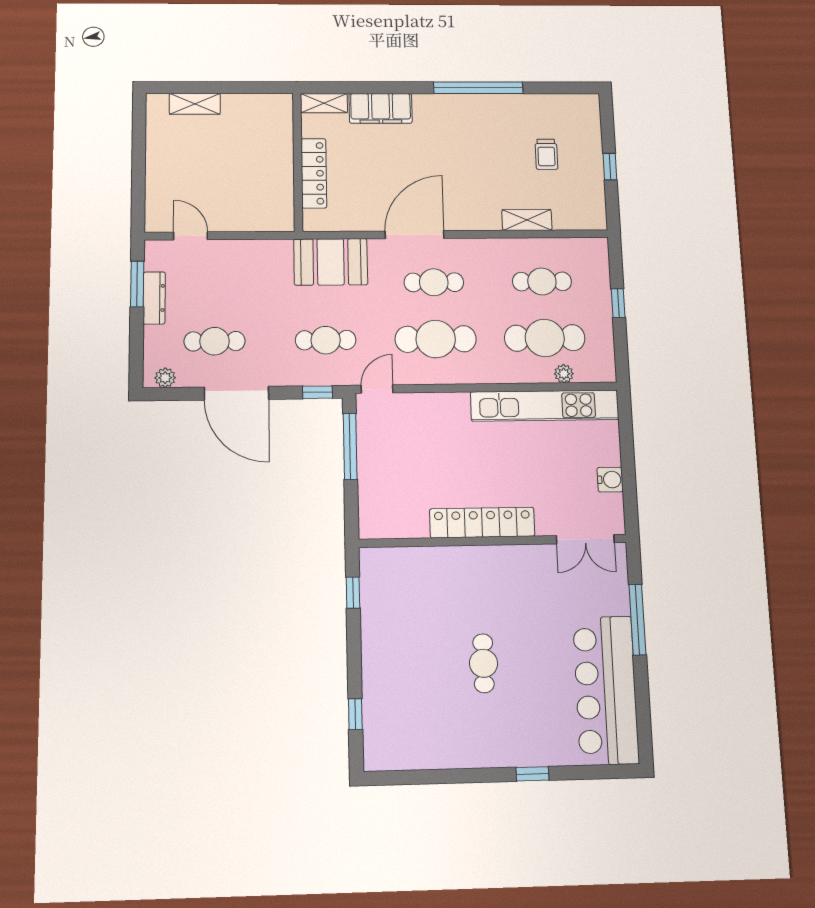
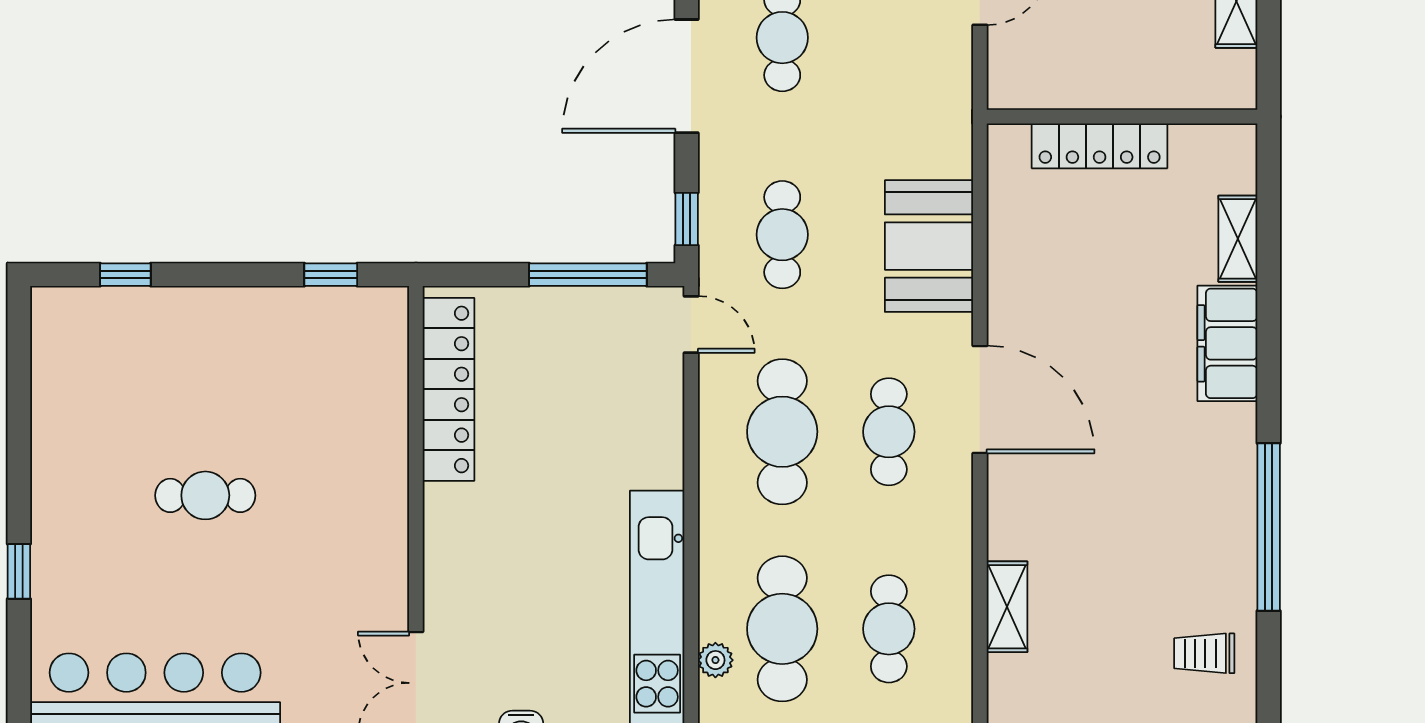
trolley: (546, 154) -> (1204, 653), moved
wall: (298, 162) -> (1122, 117), moved
locker: (314, 173) -> (1100, 146), moved
locker: (482, 523) -> (449, 389), moved

